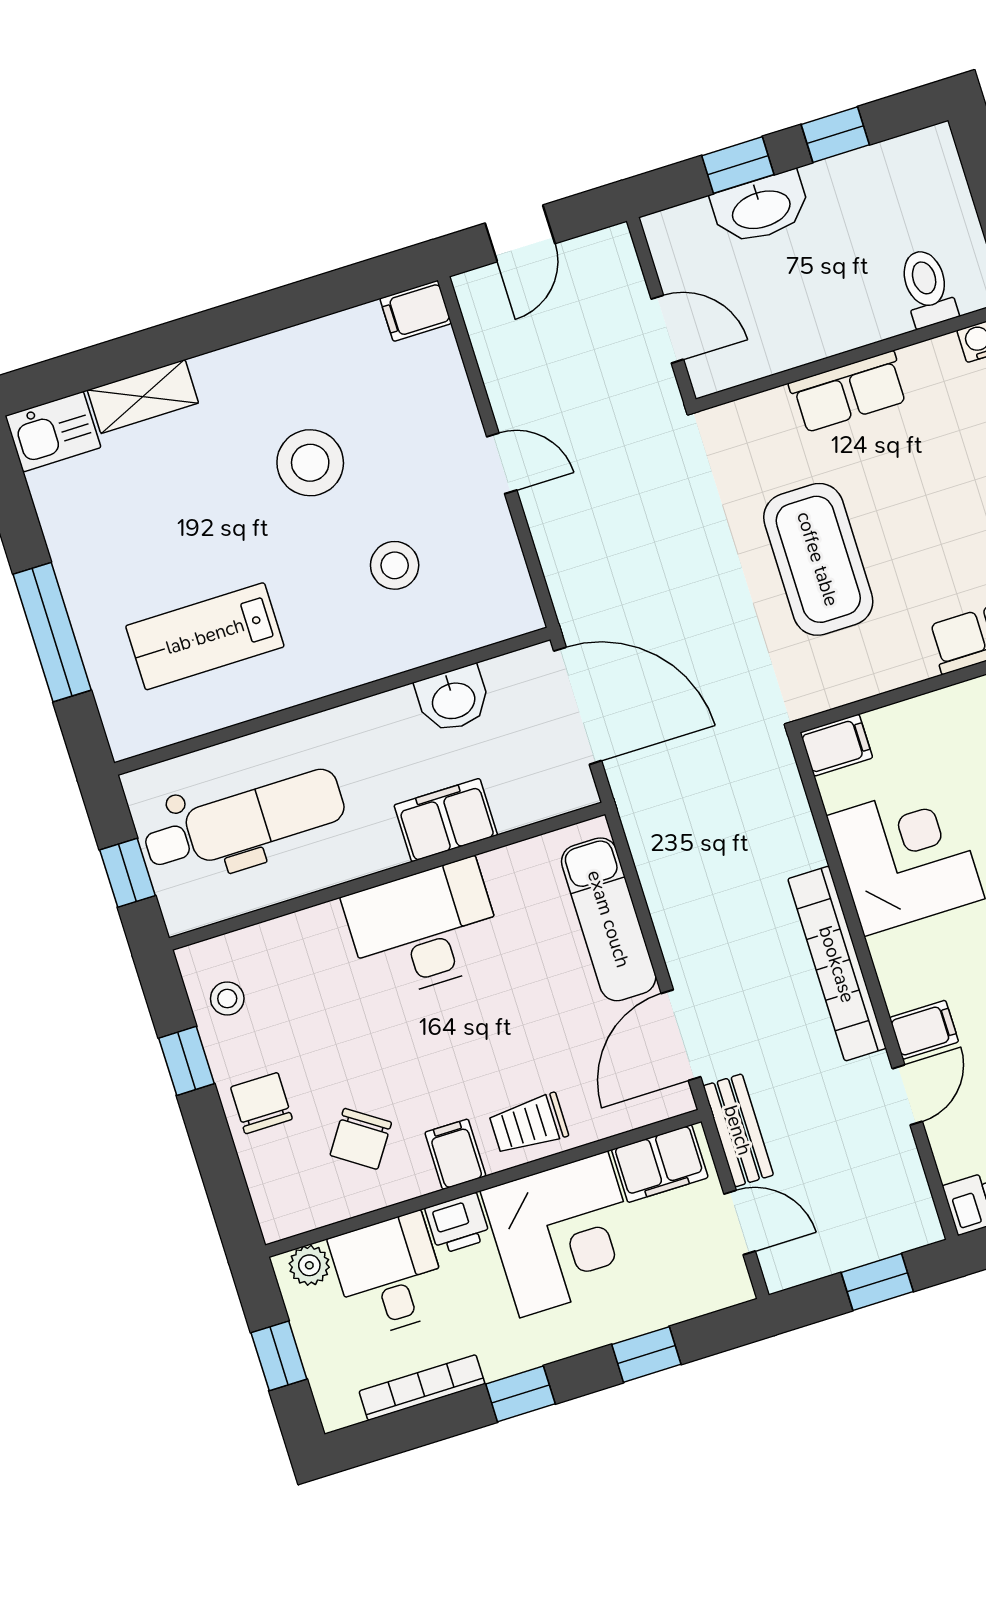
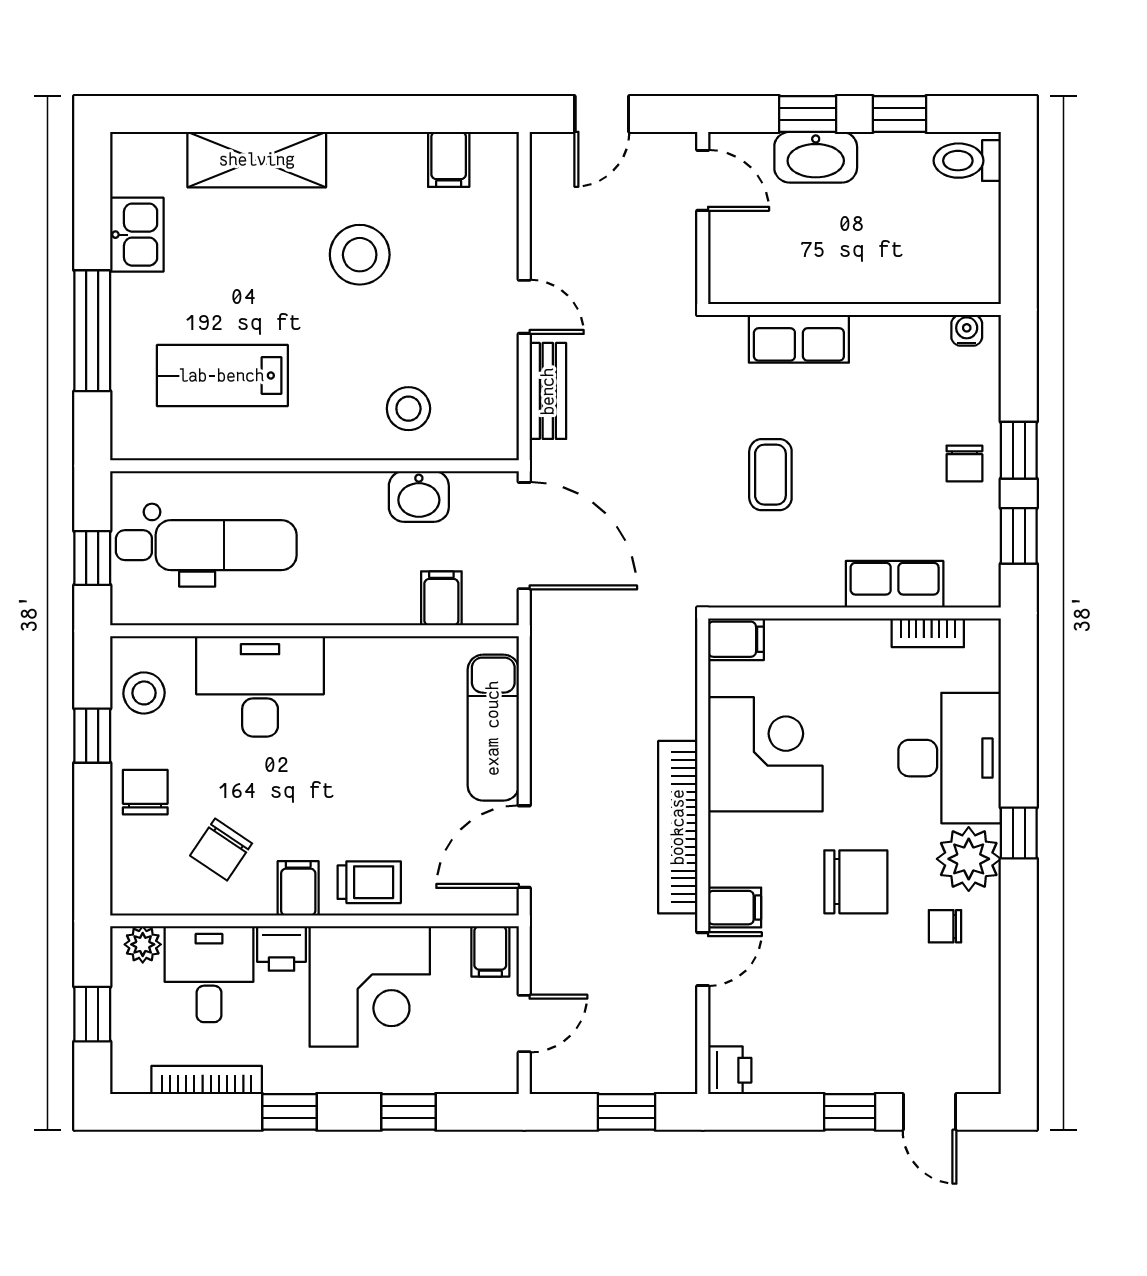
toilet: (927, 288) -> (967, 161), moved, turned -90
filing cabinet: (416, 311) -> (449, 159), moved, turned -90
door: (667, 329) -> (703, 180), moved
row of seats: (849, 392) -> (799, 339), moved
shelving: (143, 396) -> (257, 160), width x1.50, depth x1.33
kitchen sink: (53, 432) -> (137, 235), moved, turned -90
coffee table: (818, 559) -> (770, 475), width x0.54, depth x0.58
stool: (395, 565) -> (408, 409), moved
filing cabinet: (446, 820) -> (441, 598), moved, width x0.50
desk: (424, 929) -> (260, 686), moved
stool: (227, 999) -> (144, 693), width x1.37, depth x1.37
trolley: (529, 1124) -> (369, 882), turned 180
bench: (738, 1130) -> (548, 391), moved
filing cabinet: (660, 1164) -> (490, 951), width x0.50
door: (740, 1222) -> (524, 1024), hinge flipped

